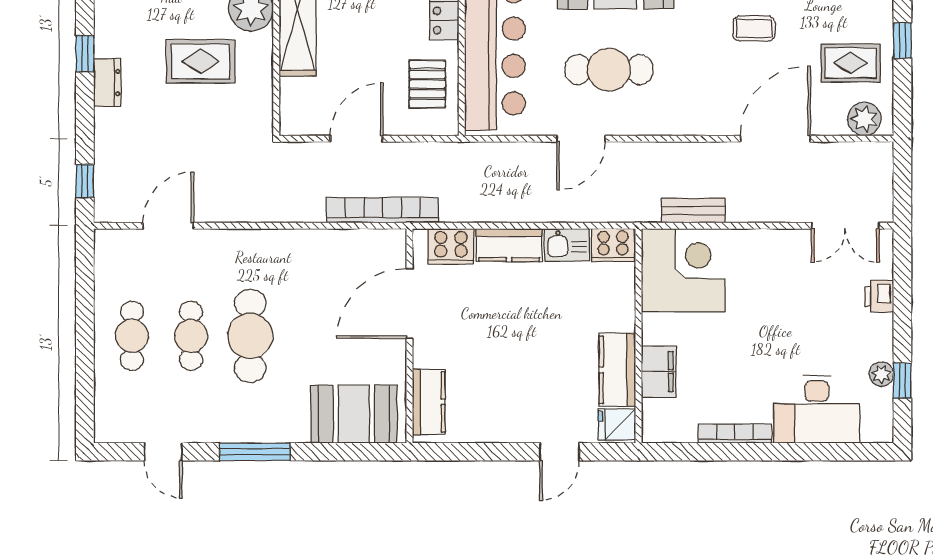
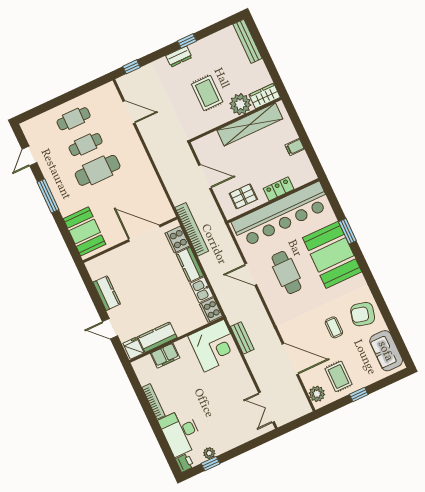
bookcase: (383, 210) -> (192, 229), moved
printer: (879, 296) -> (185, 463), moved, turned 90
kitchen counter: (429, 402) -> (107, 293), moved, turned -90

